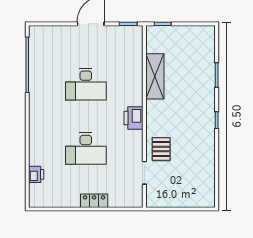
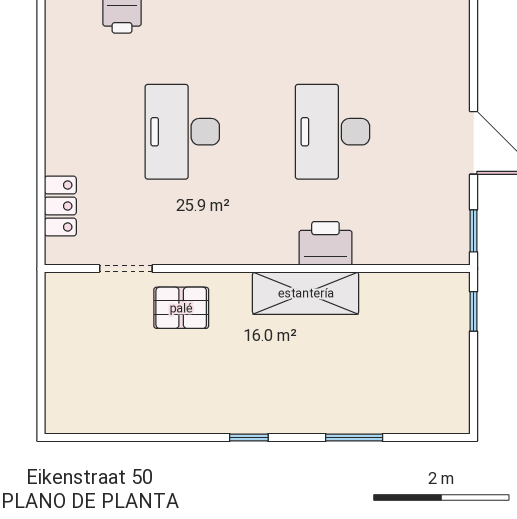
shelving: (155, 76) -> (306, 293), moved
printer: (134, 118) -> (325, 243), moved
locker: (94, 201) -> (60, 206), moved

